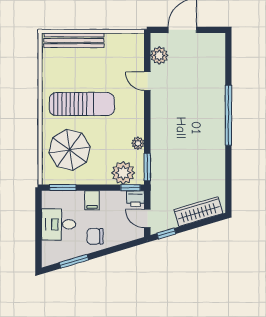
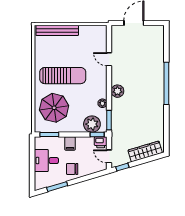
plant: (159, 55) -> (117, 91), moved

